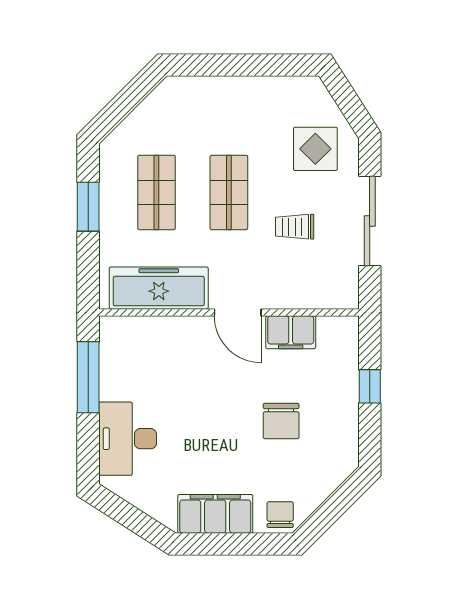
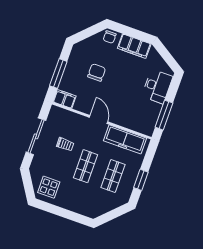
display table: (315, 149) -> (49, 187), moved
filing cabinet: (291, 332) -> (64, 99), moved
window: (370, 386) -> (58, 74), width x2.17

